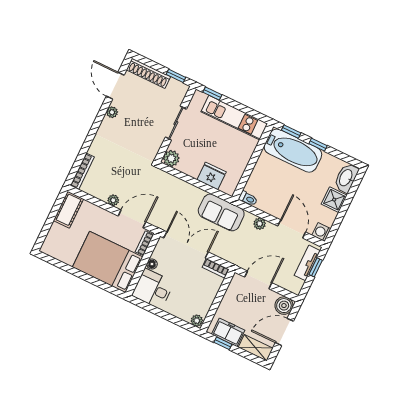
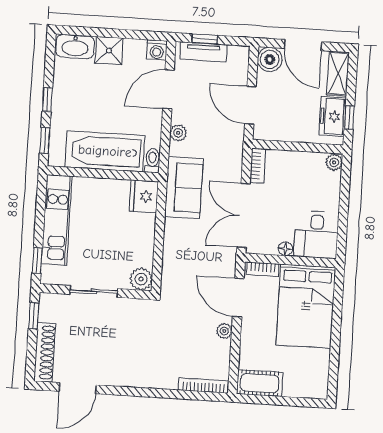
plant: (112, 112) -> (113, 378), removed
bathtub: (293, 151) -> (105, 151), moved, turned -90
fridge: (212, 176) -> (144, 196), moved

